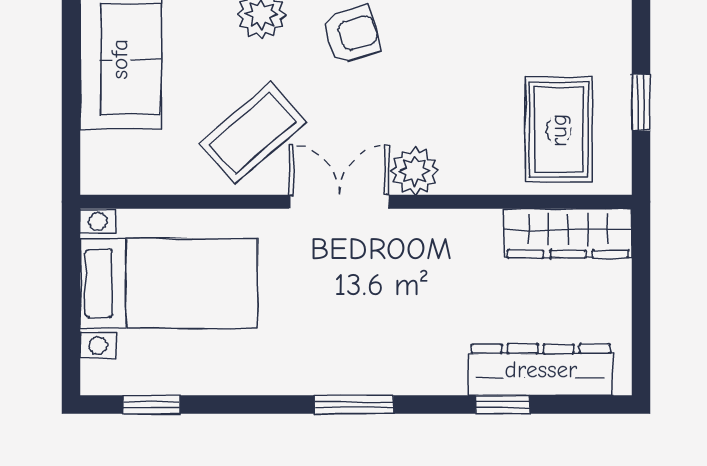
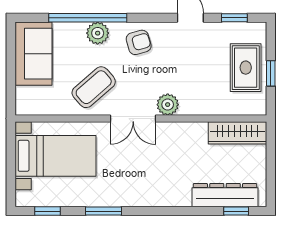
rug: (559, 130) -> (246, 68), moved
double door: (339, 202) -> (133, 119), swing flipped
window: (354, 405) -> (104, 211), moved
window: (503, 405) -> (236, 211), moved

